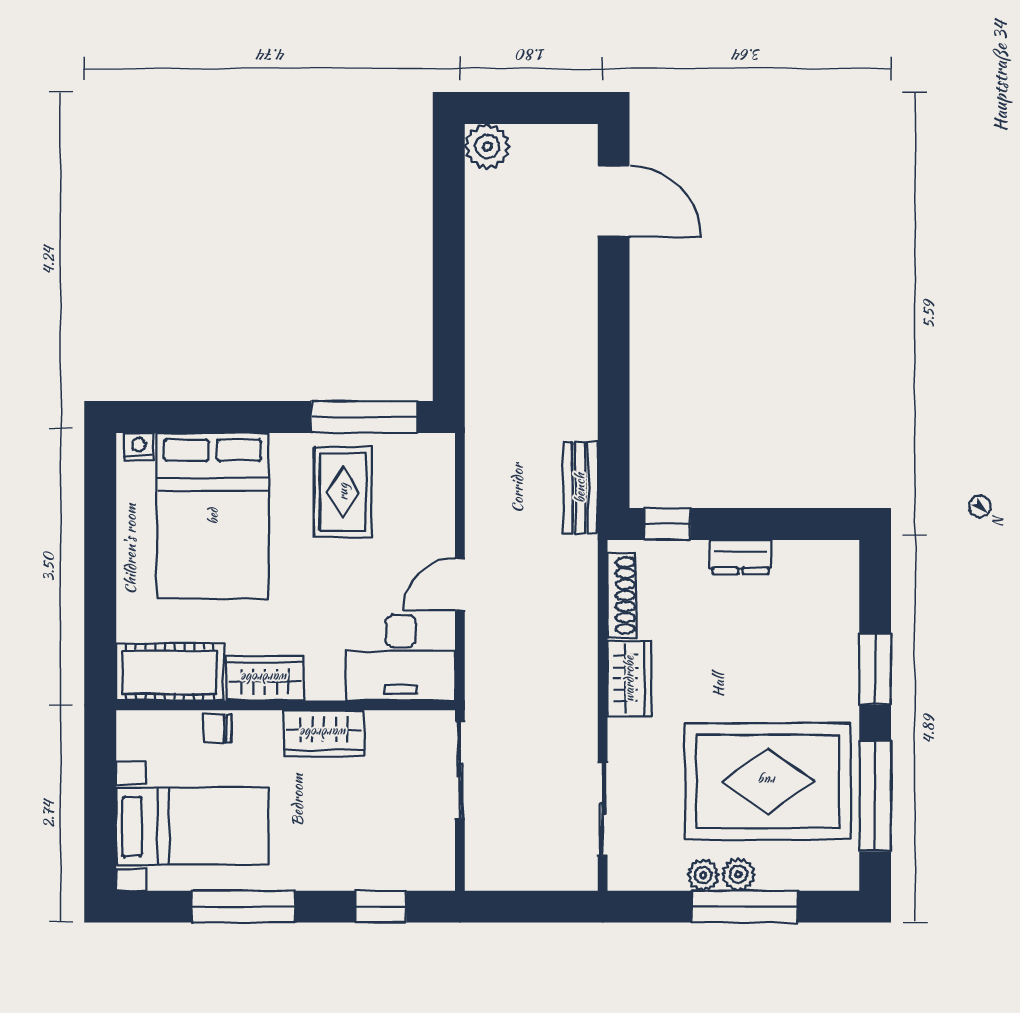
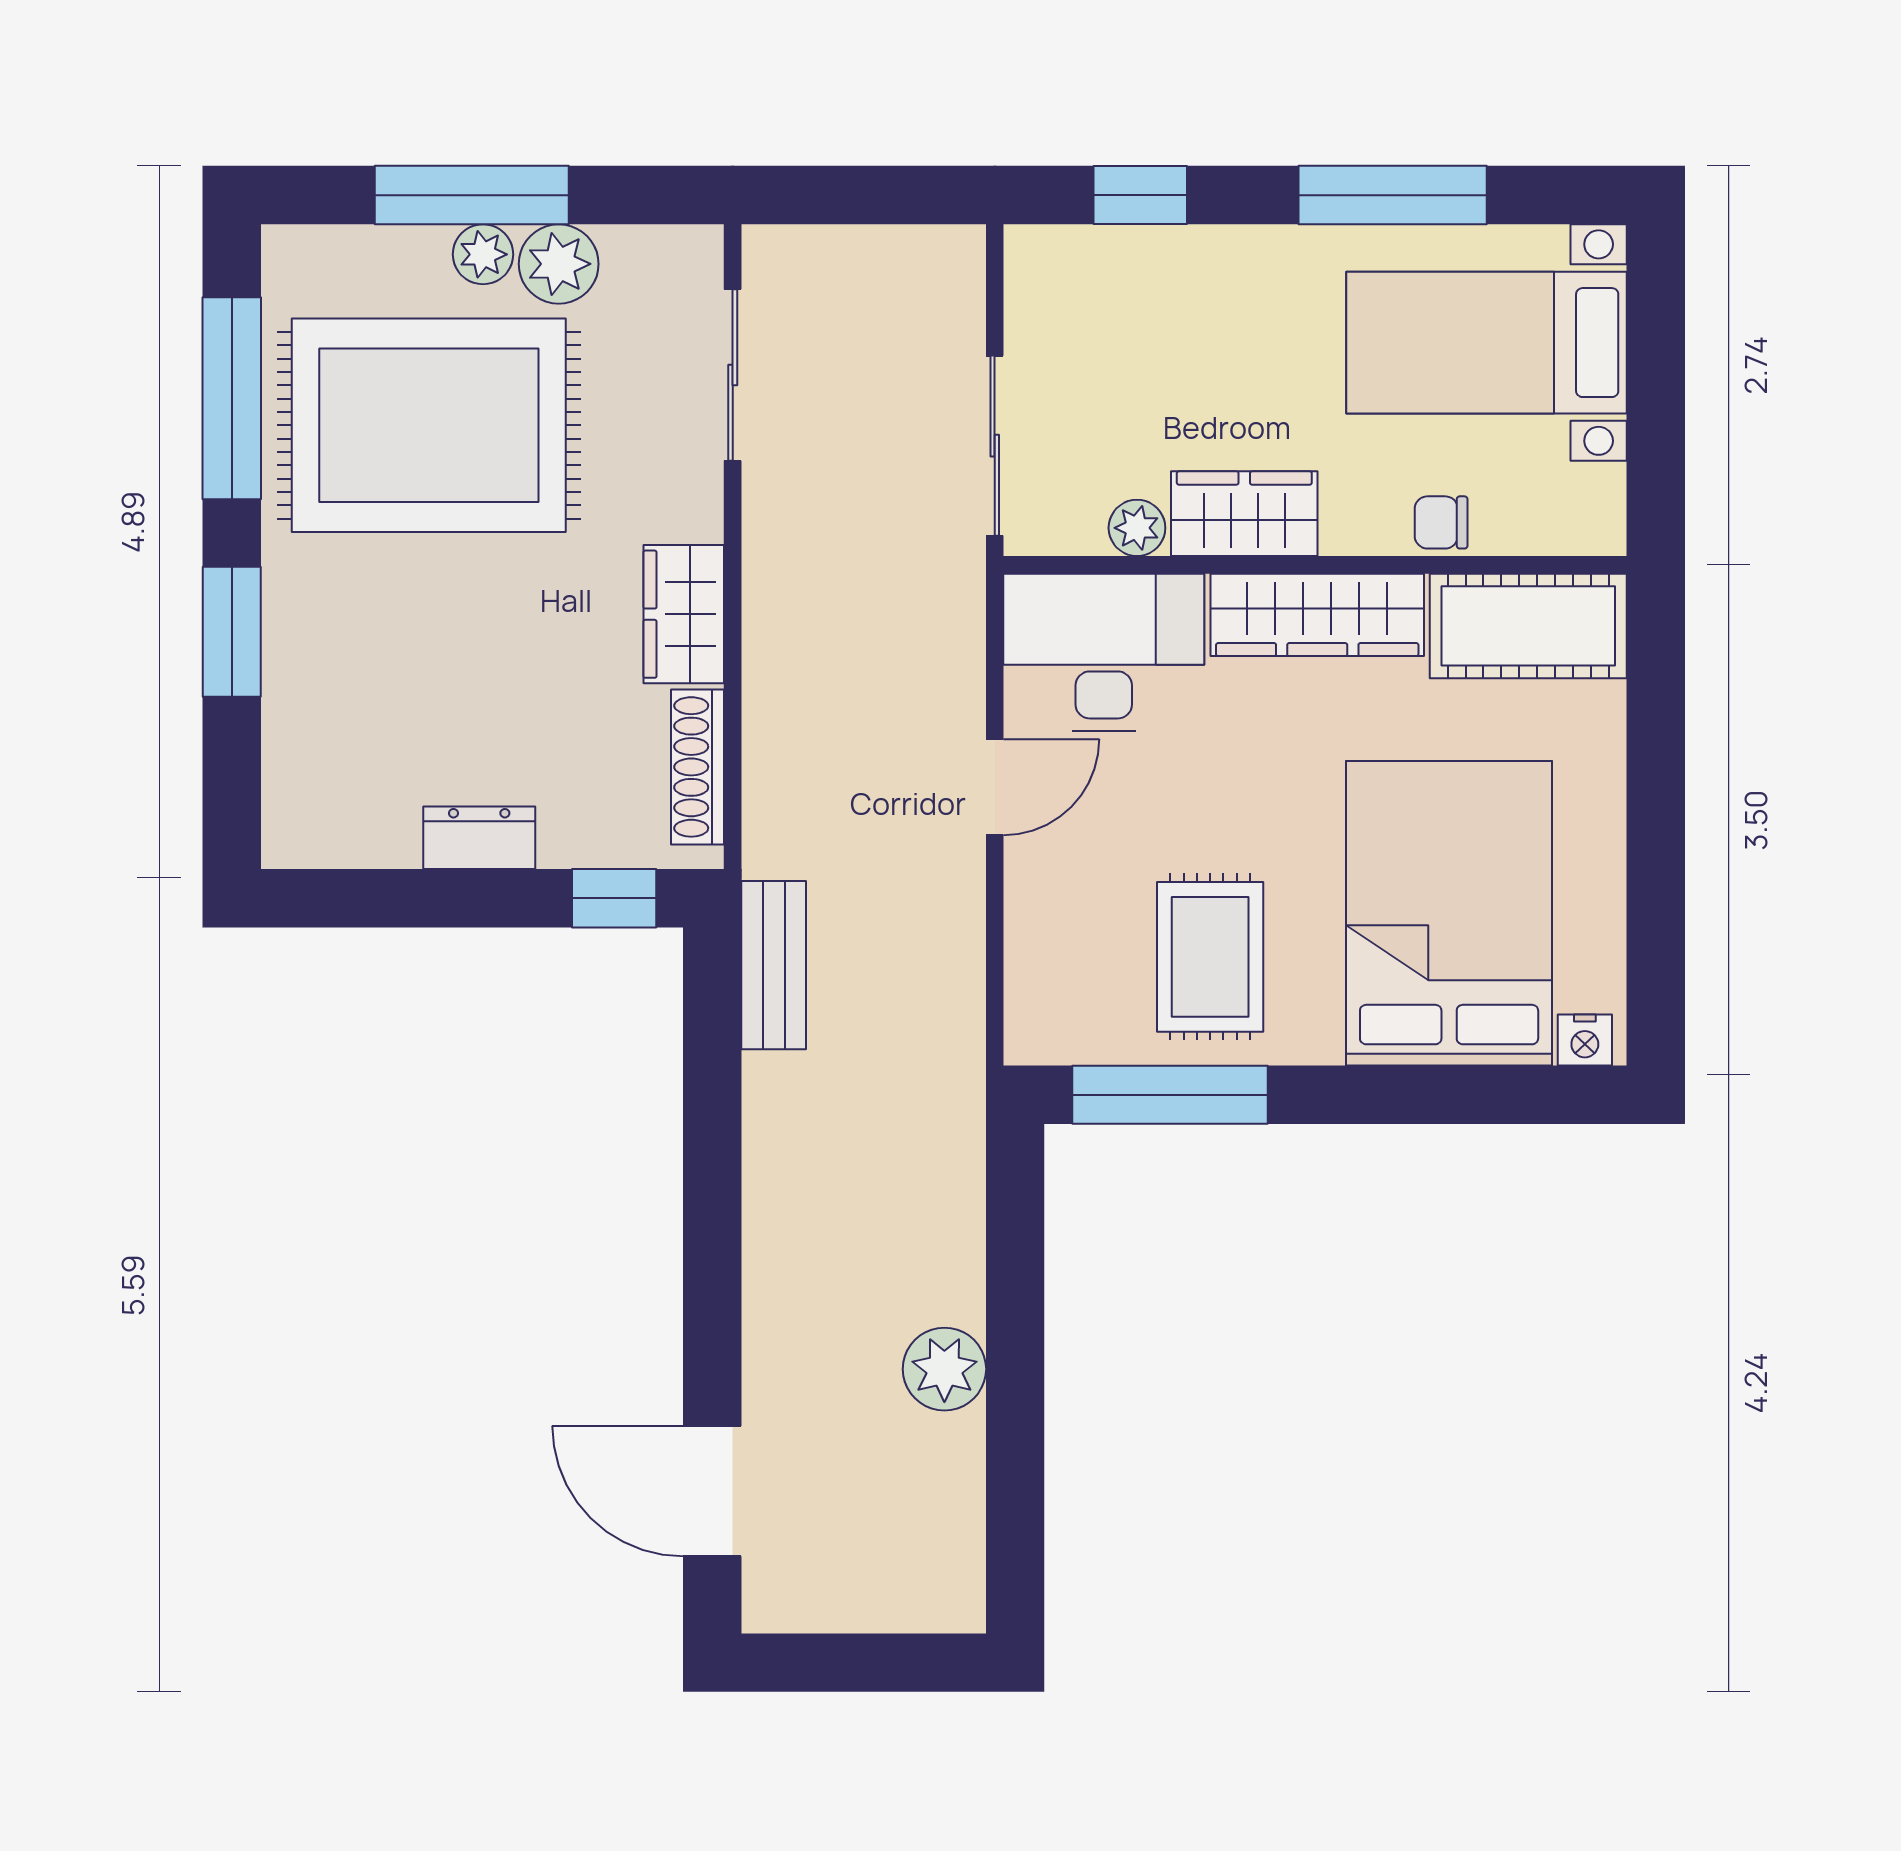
plant: (487, 146) -> (944, 1369), moved
wardrobe: (265, 678) -> (1317, 615), width x1.50
plant: (383, 726) -> (1137, 528), added
chair: (217, 728) -> (1441, 522), turned 180
plant: (703, 875) -> (559, 264), width x1.38, depth x1.38

